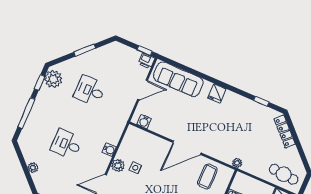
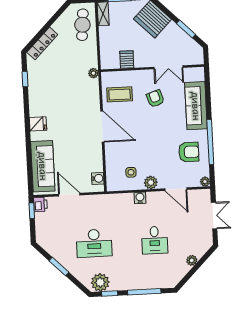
desk: (90, 91) -> (94, 243), width x1.37
side table: (135, 168) -> (131, 172), moved

